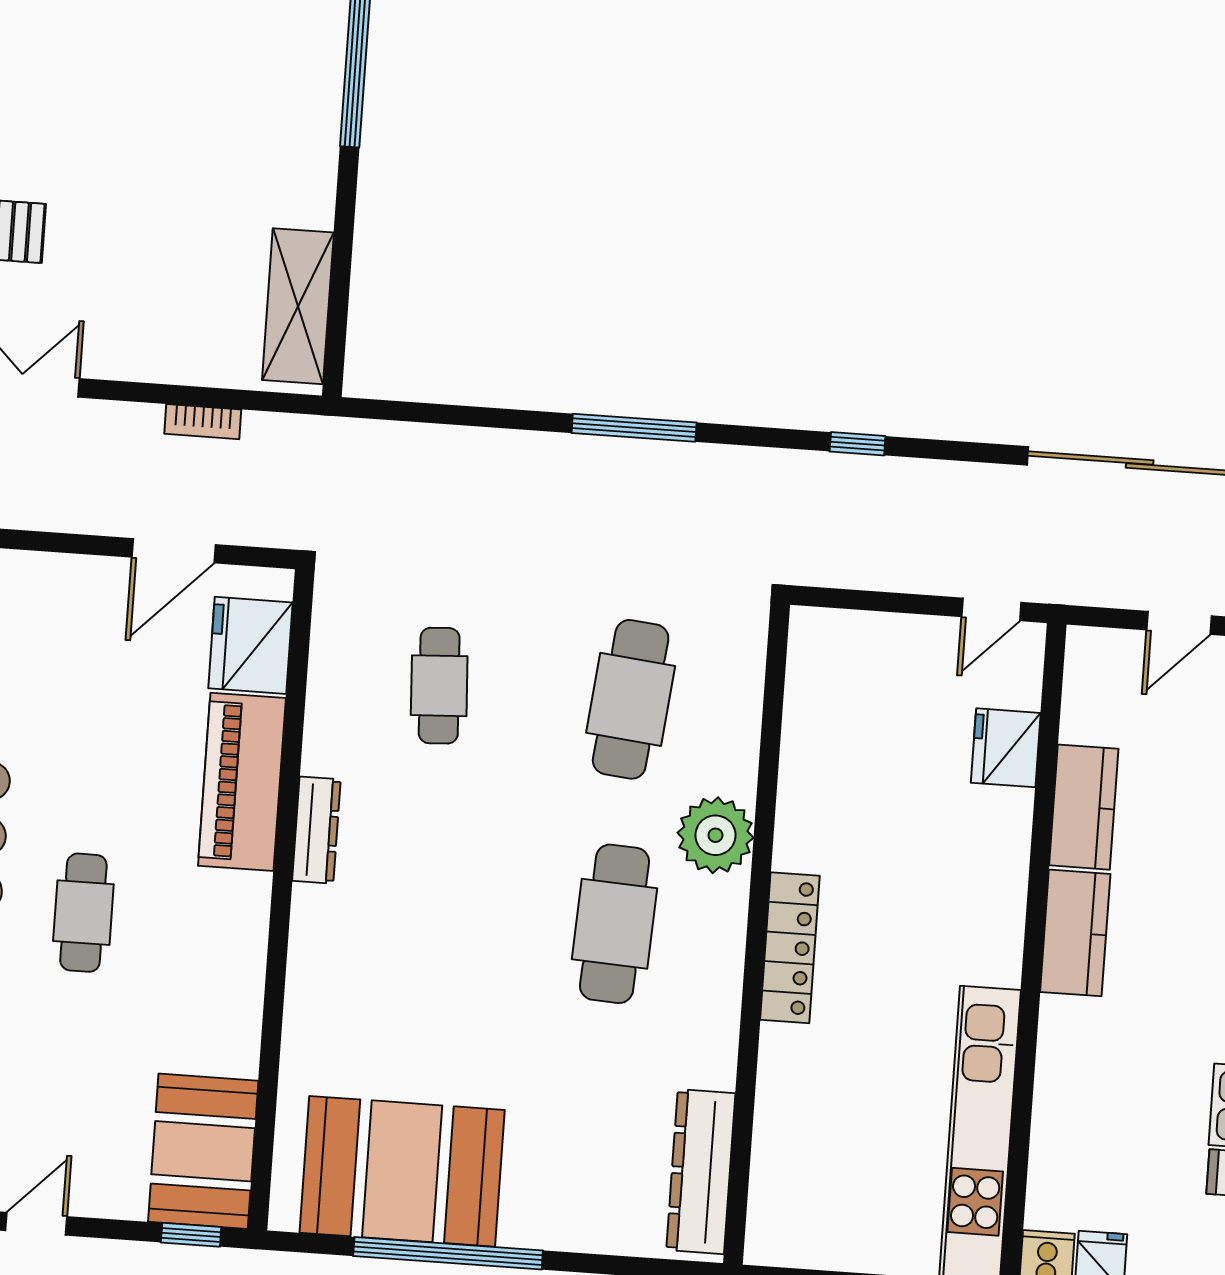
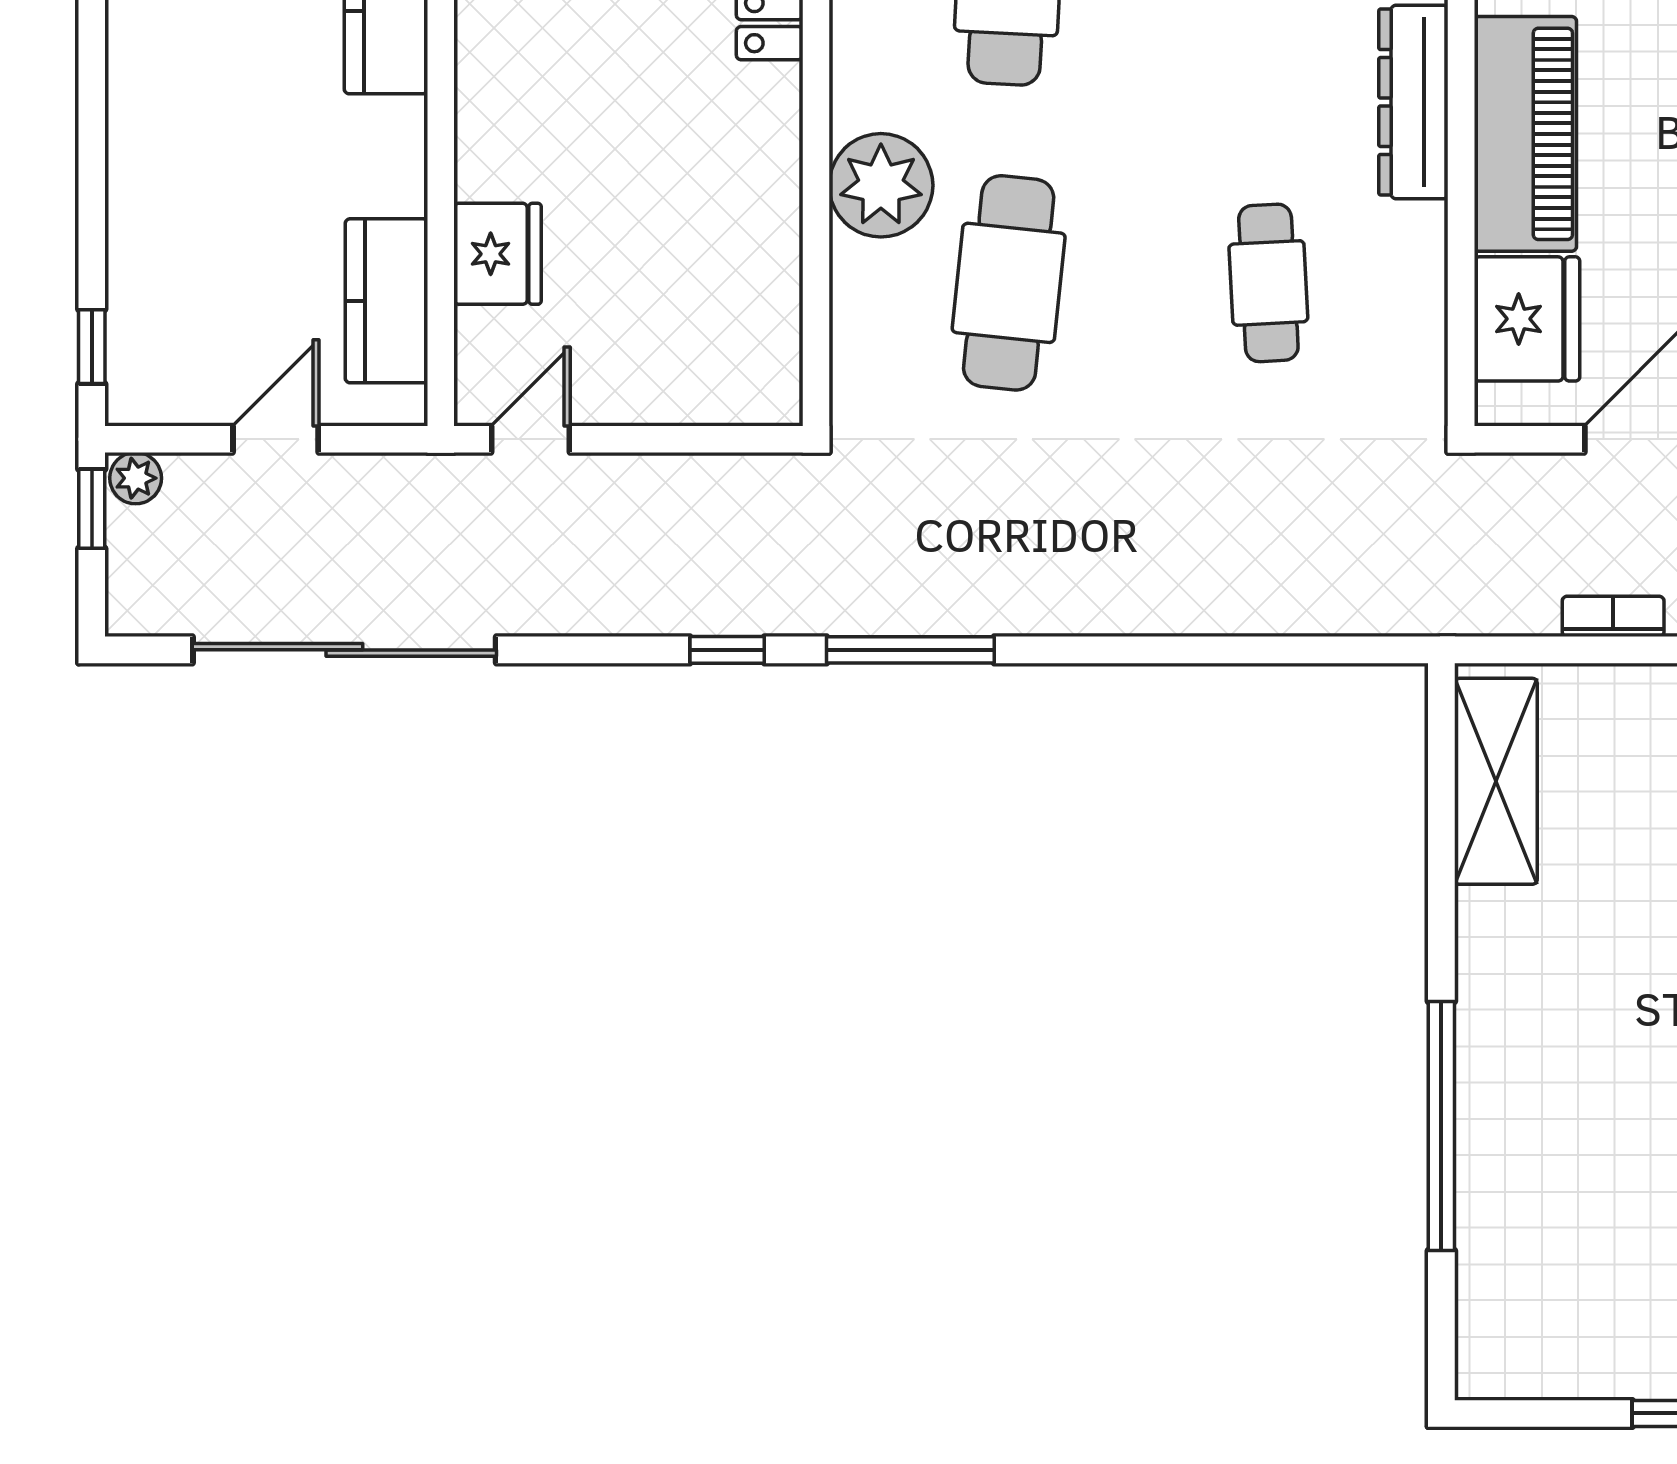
window: (634, 428) -> (910, 650), moved
kitchen counter: (1084, 807) -> (386, 301), moved
dresser: (316, 830) -> (1413, 102), width x1.37, depth x1.24
plant: (715, 835) -> (881, 185), moved

